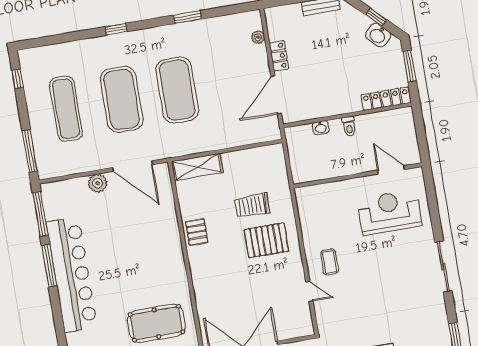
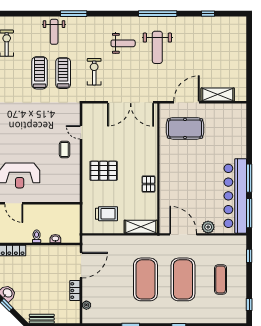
exercise mat: (66, 109) -> (221, 279), width x0.73, depth x0.69
window: (30, 151) -> (249, 256), width x0.46
trolley: (252, 205) -> (106, 214), moved
bar counter: (72, 275) -> (235, 196), moved

